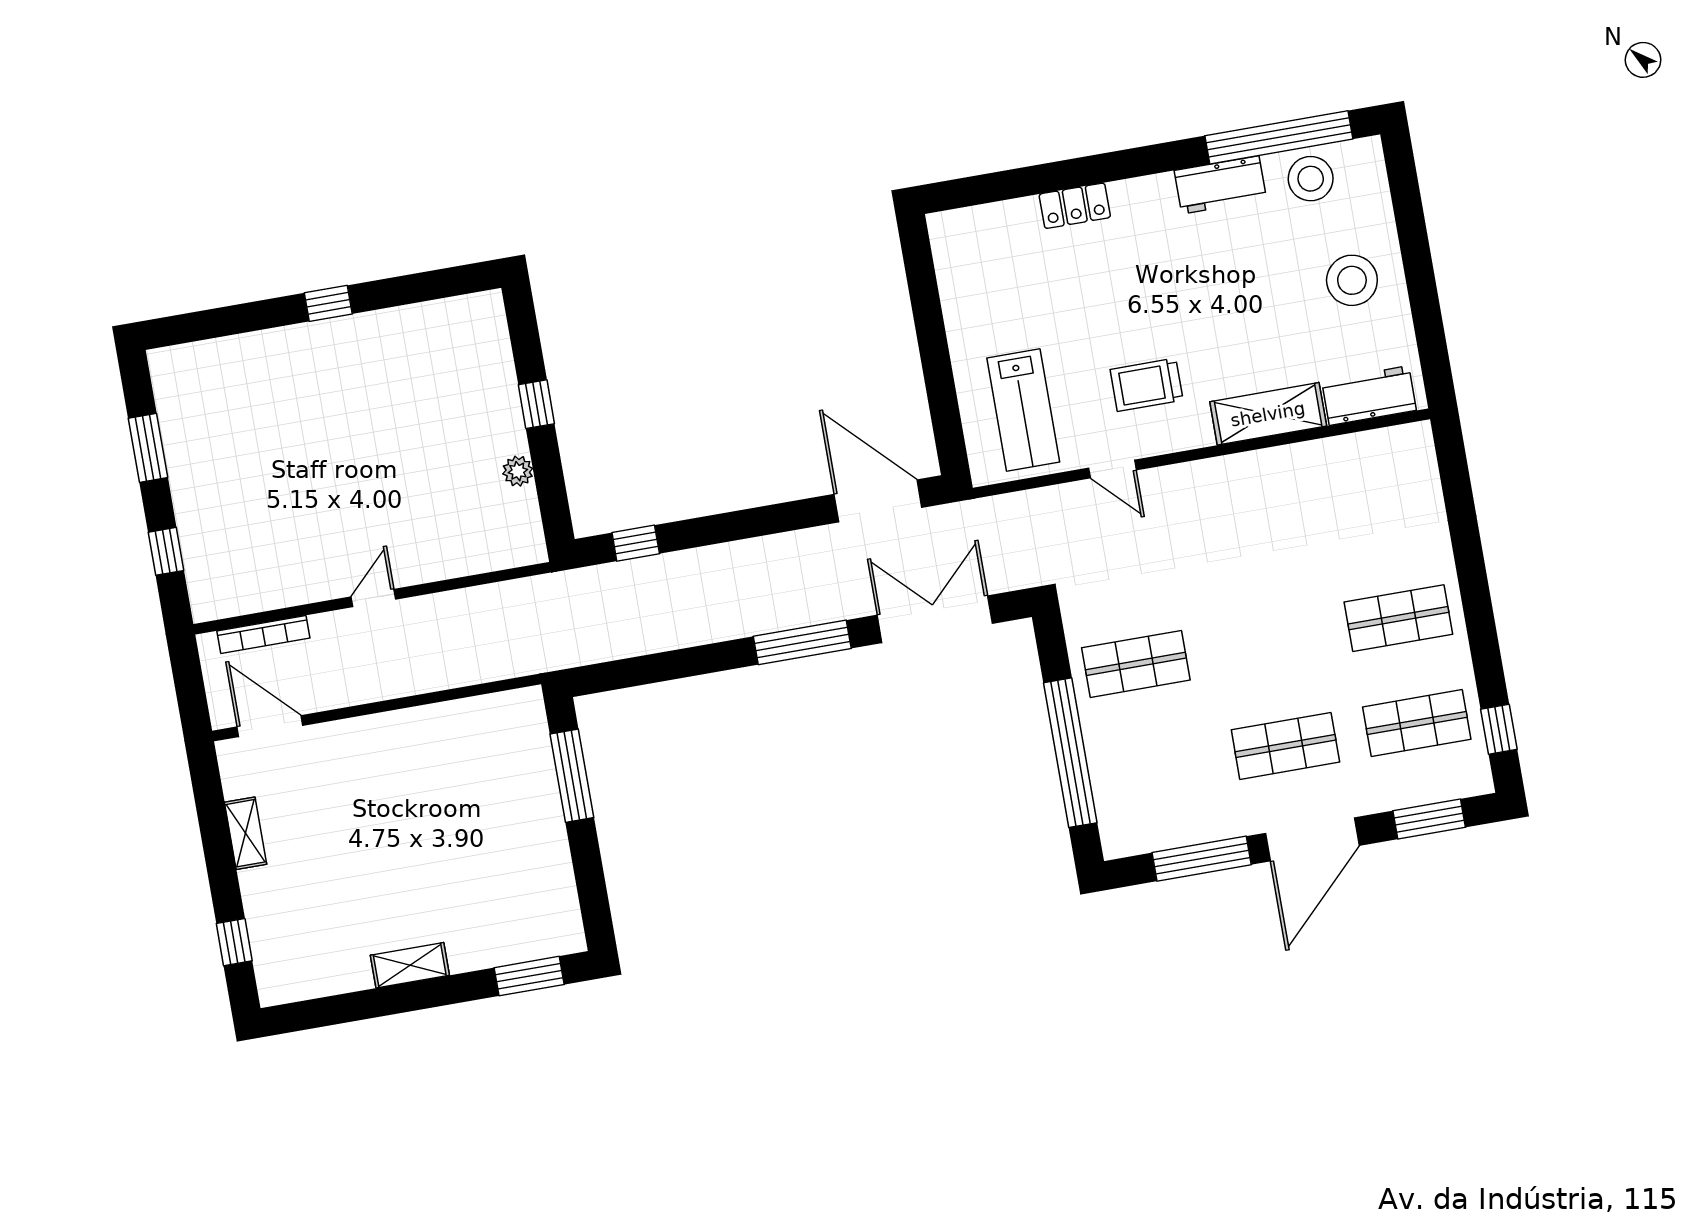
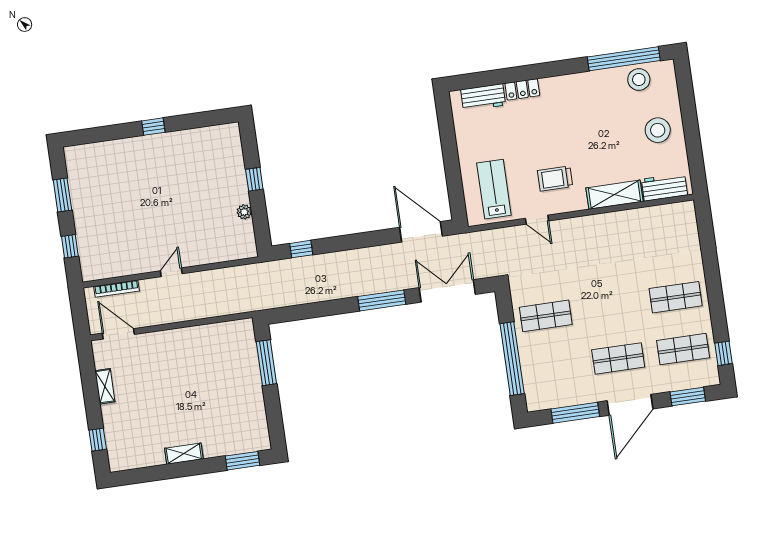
workbench: (1220, 185) -> (483, 97), moved
lab bench: (1023, 410) -> (494, 189), turned 180

